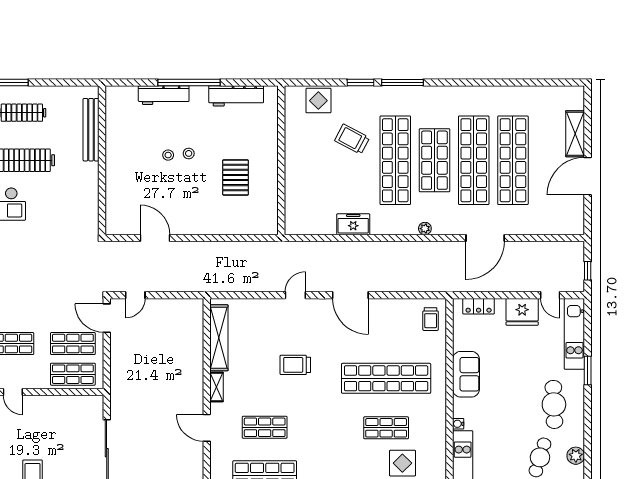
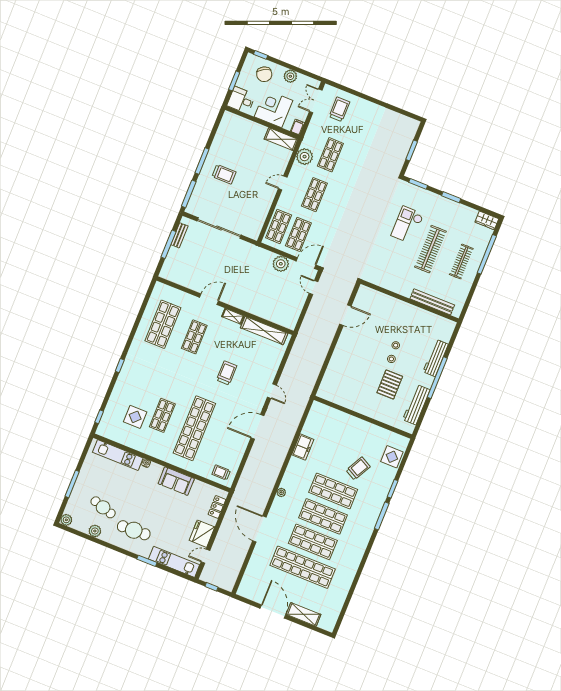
shop shelf: (395, 160) -> (333, 491), width x0.71
shop shelf: (474, 160) -> (313, 542), width x0.71
pallet: (236, 177) -> (390, 384), moved, turned 90
plant: (121, 351) -> (281, 264), added

